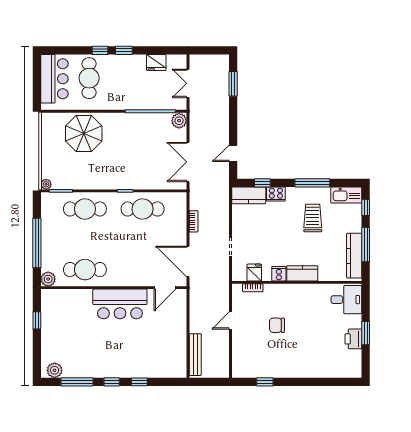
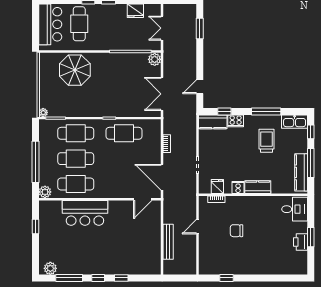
cafe table: (85, 239) -> (76, 159), added
bar counter: (120, 304) -> (85, 213), moved
bench: (195, 355) -> (168, 242), moved

